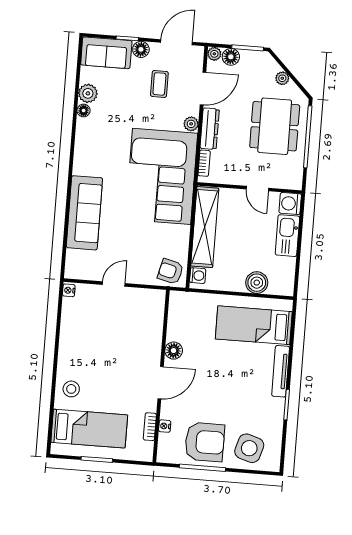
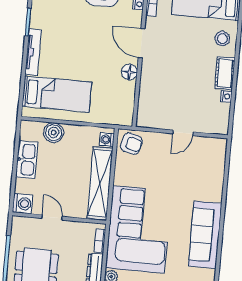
sofa: (84, 213) -> (205, 235), moved
kitchen sink: (287, 236) -> (27, 160), moved
nightstand: (69, 290) -> (226, 96), moved
cot: (68, 351) -> (225, 73), added
door: (161, 383) -> (142, 43), hinge flipped

